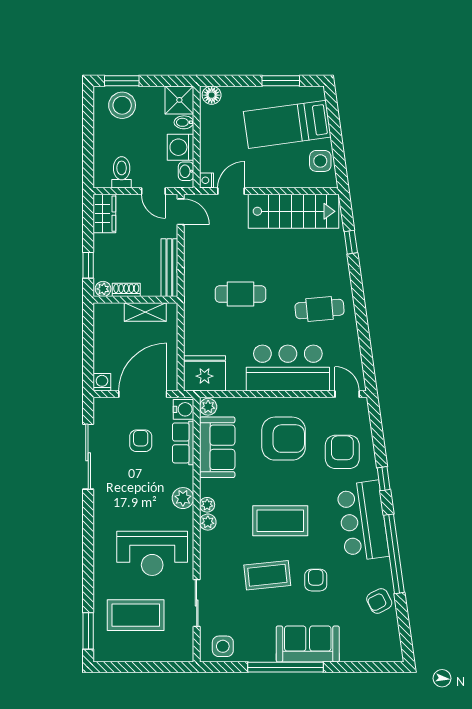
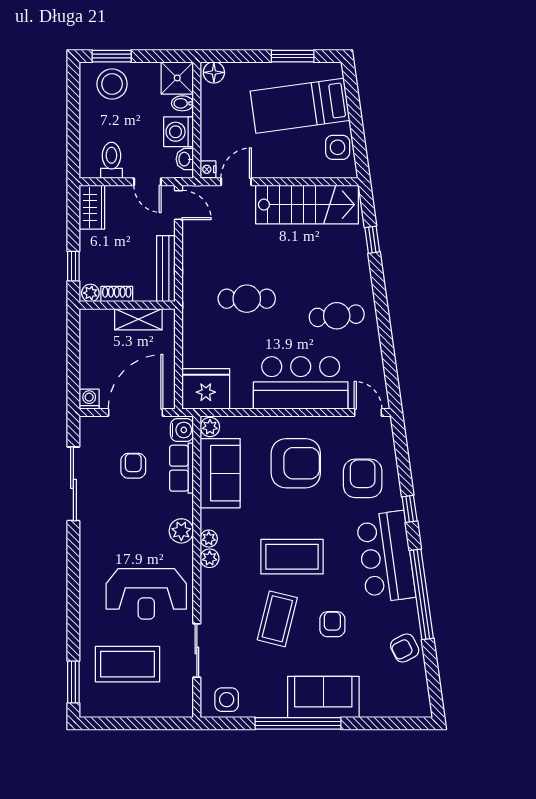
coffee table: (267, 575) -> (277, 619), turned -70

